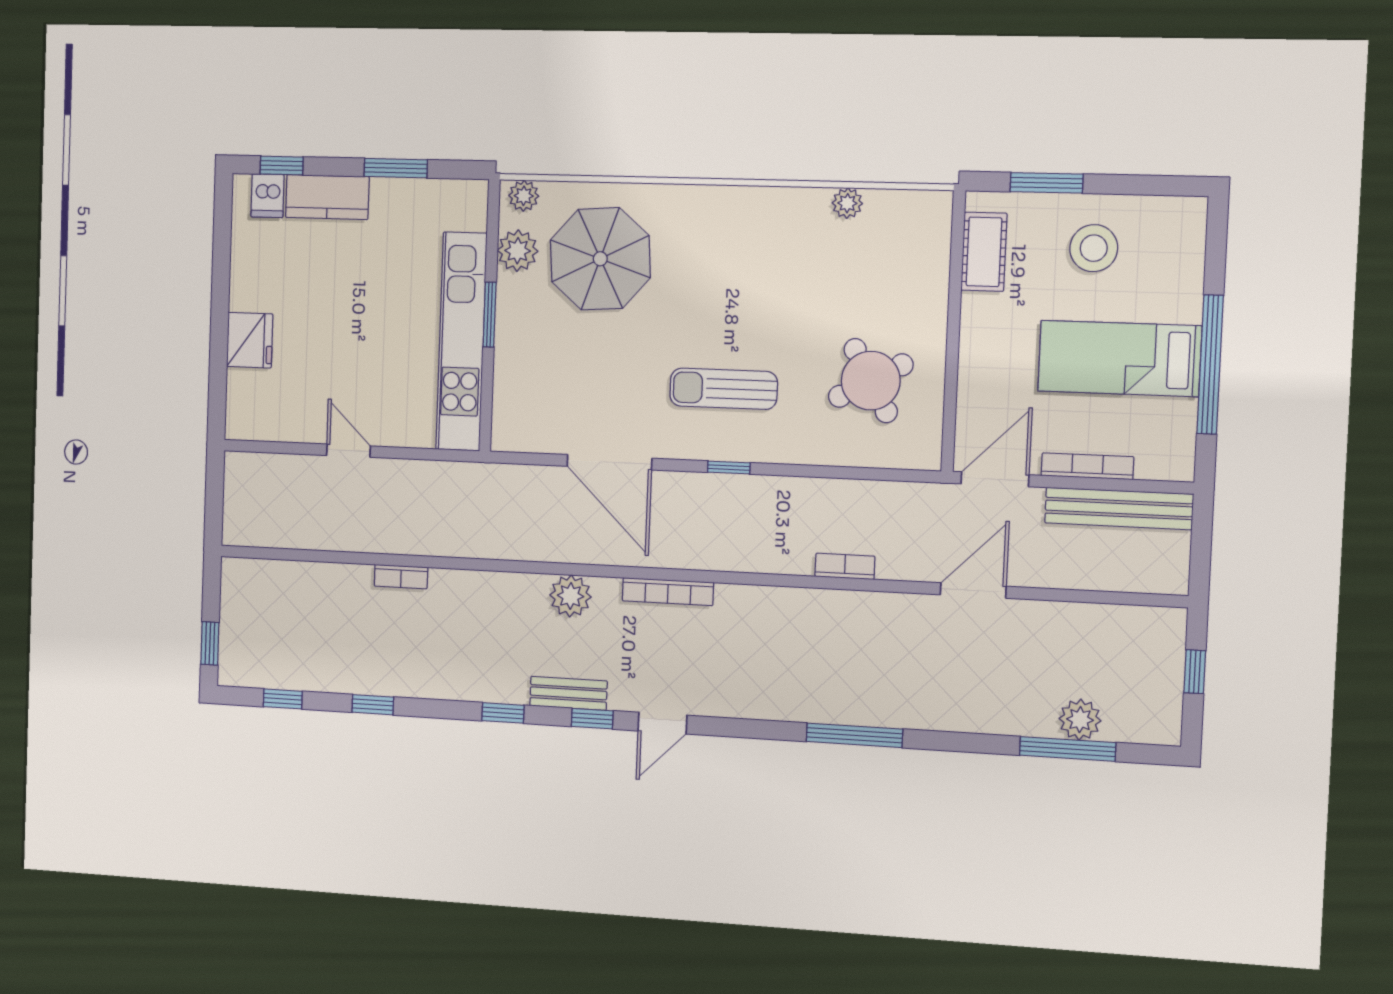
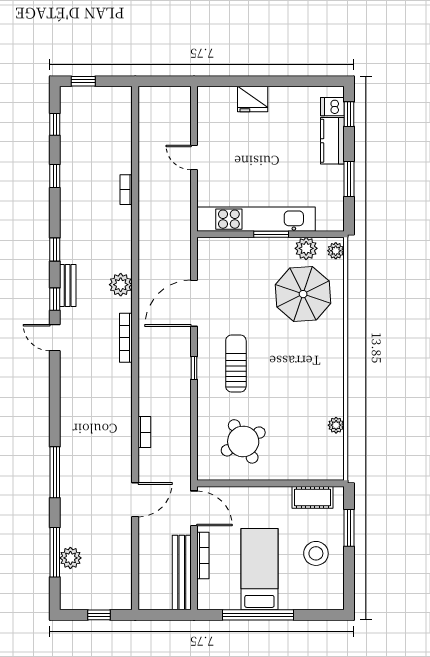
door: (348, 451) -> (194, 157), swing flipped
door: (973, 590) -> (135, 500), hinge flipped
window: (854, 735) -> (55, 472), moved

